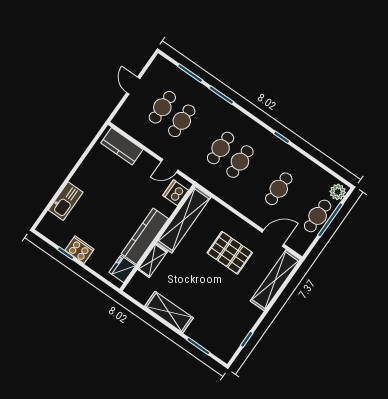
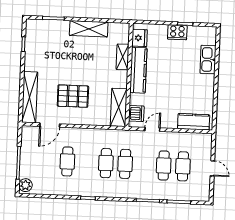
cafe table: (318, 216) -> (29, 160), removed
shelving: (184, 220) -> (119, 107), width x0.68

